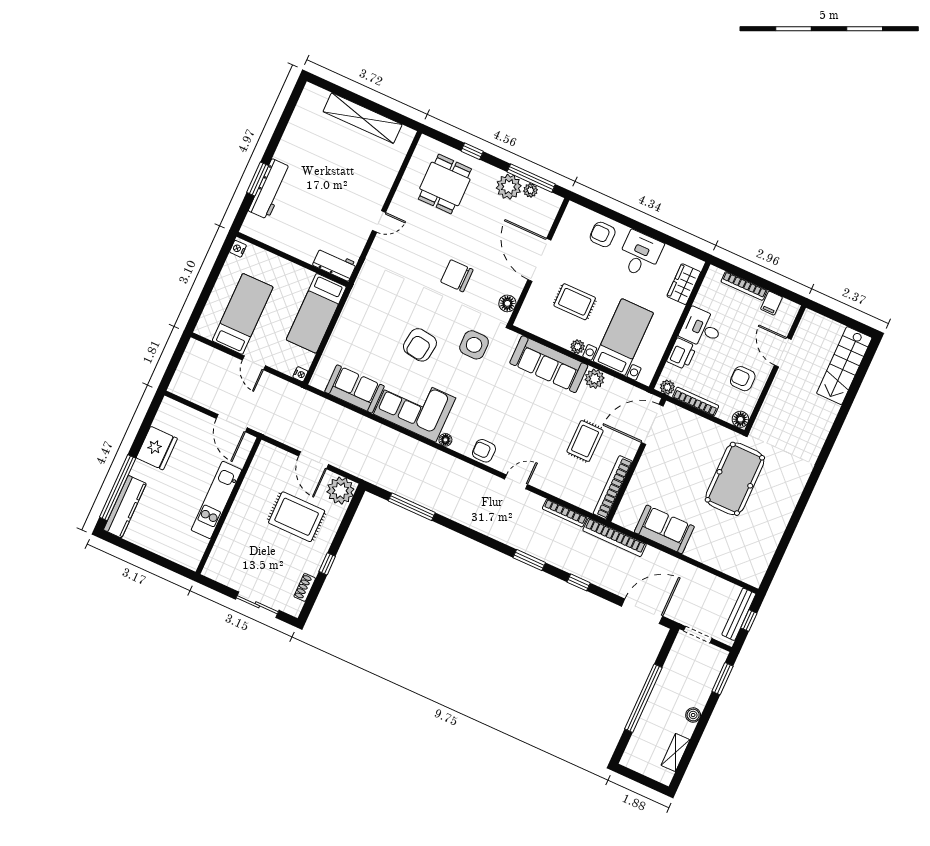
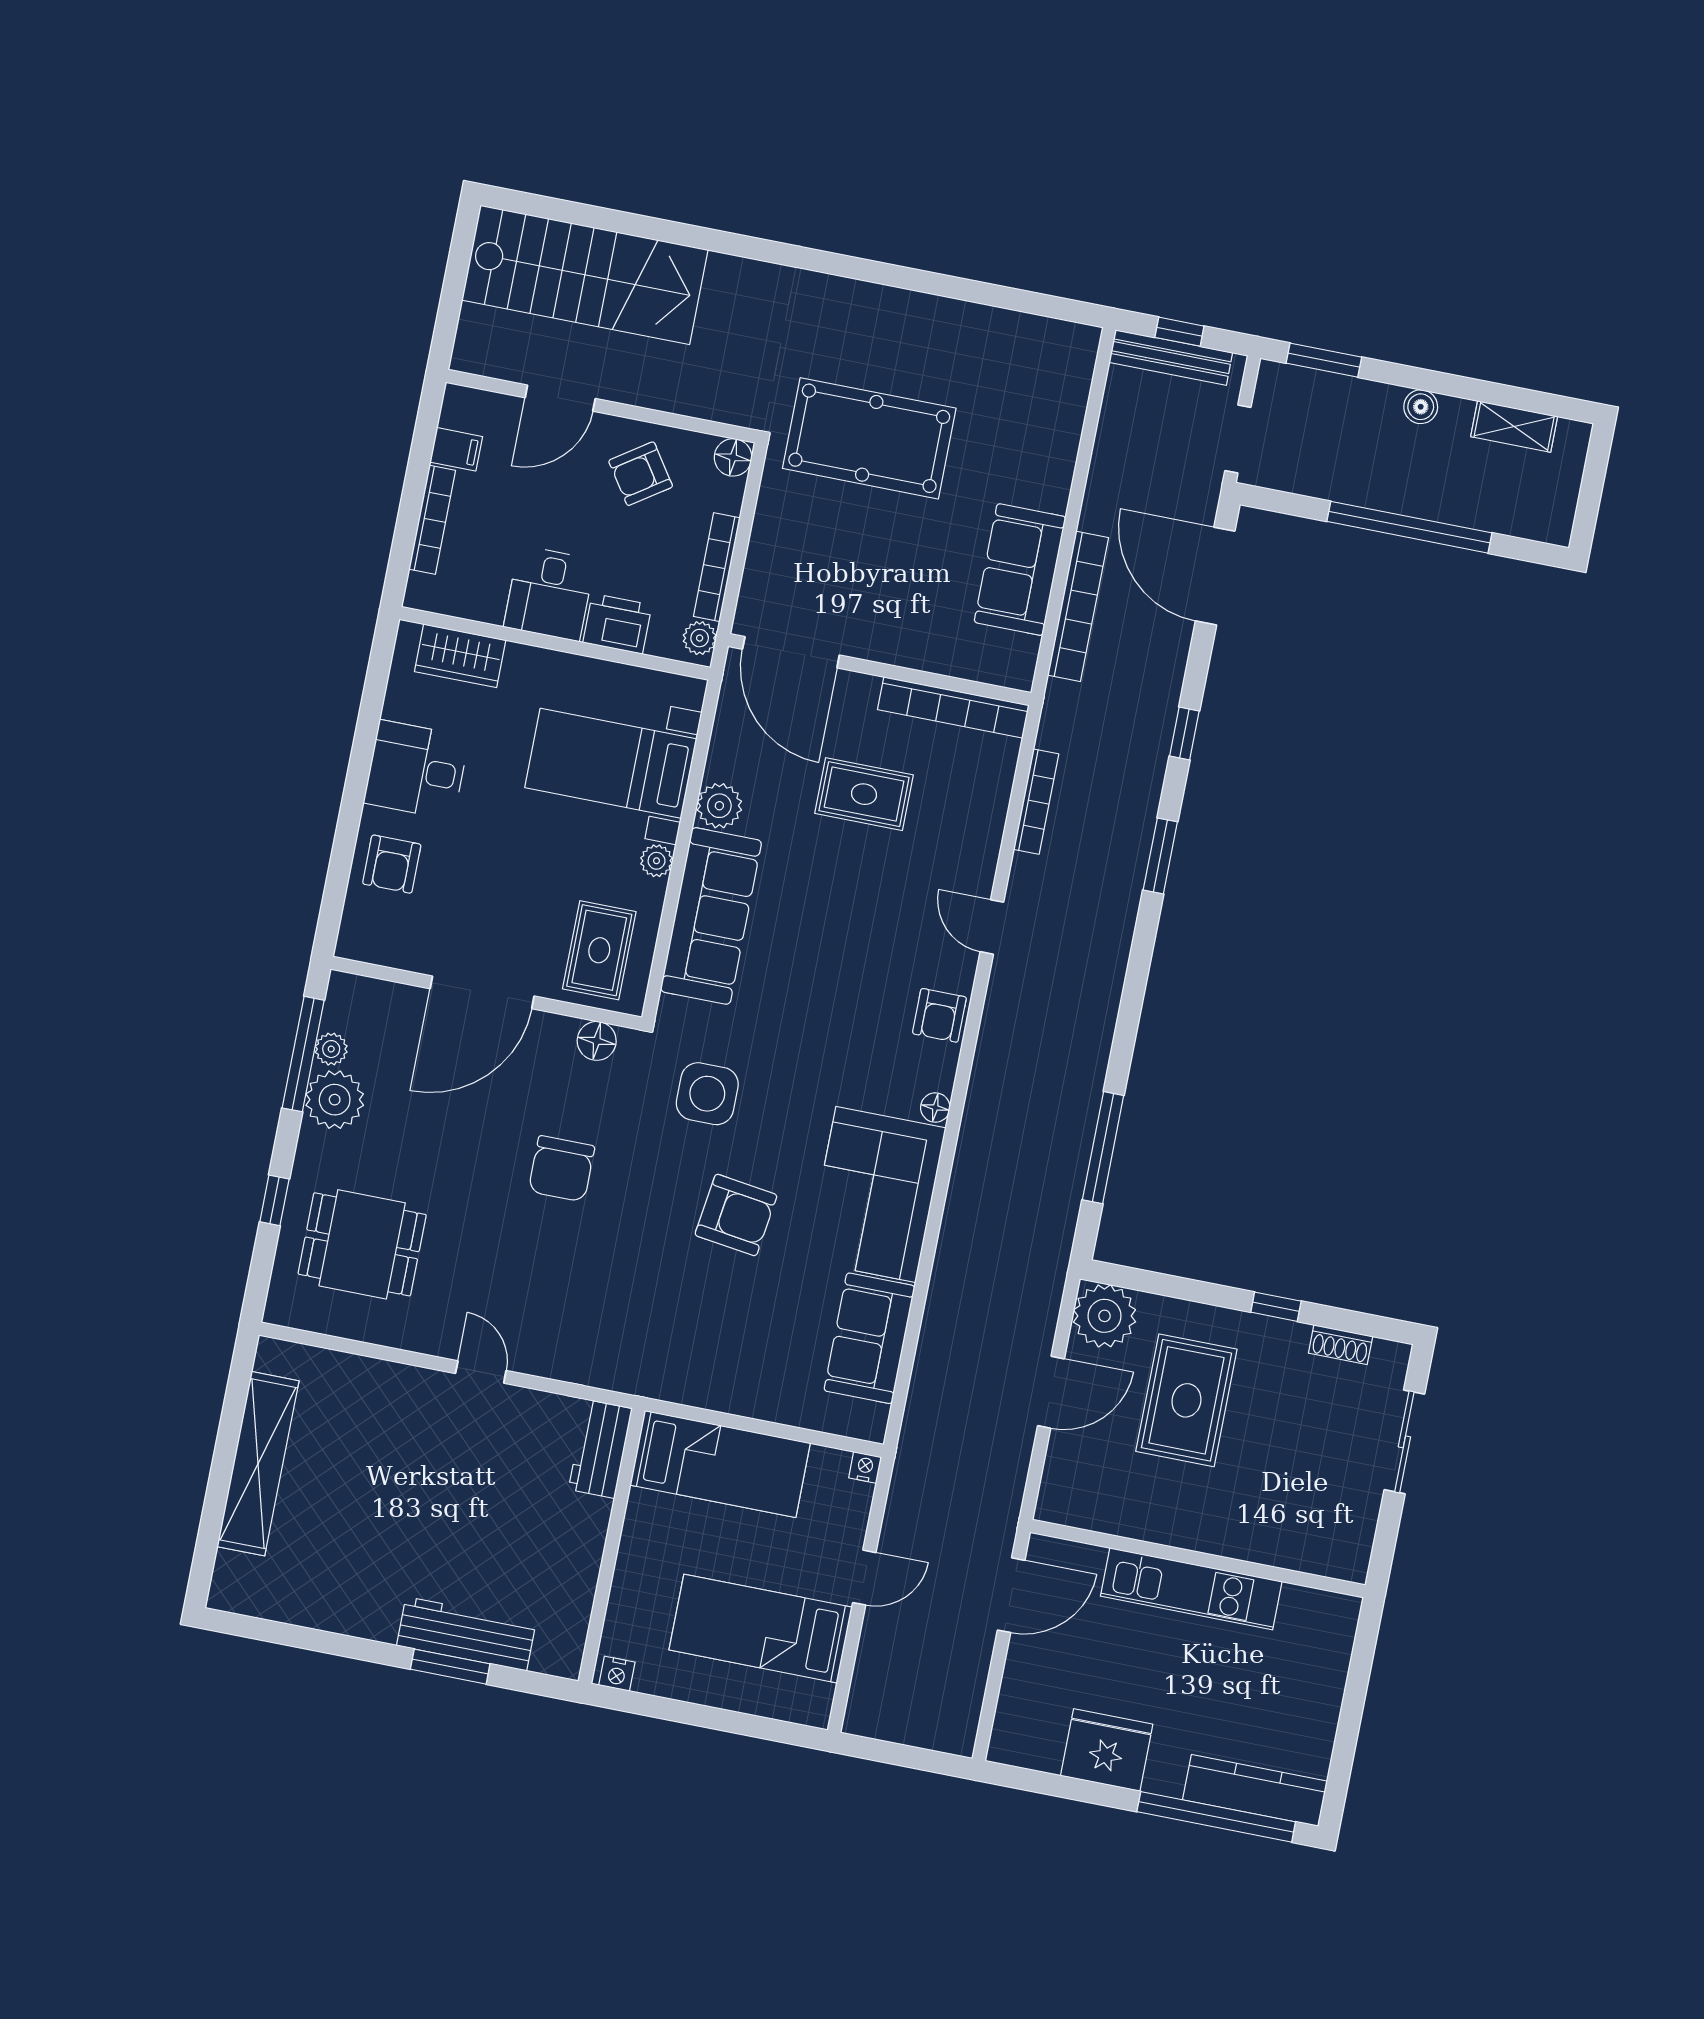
rug: (575, 302) -> (599, 950), moved
stairs: (844, 366) -> (585, 275), width x1.36, depth x1.51
armchair: (743, 379) -> (641, 474), turned 56
bookcase: (615, 537) -> (1078, 606), moved

